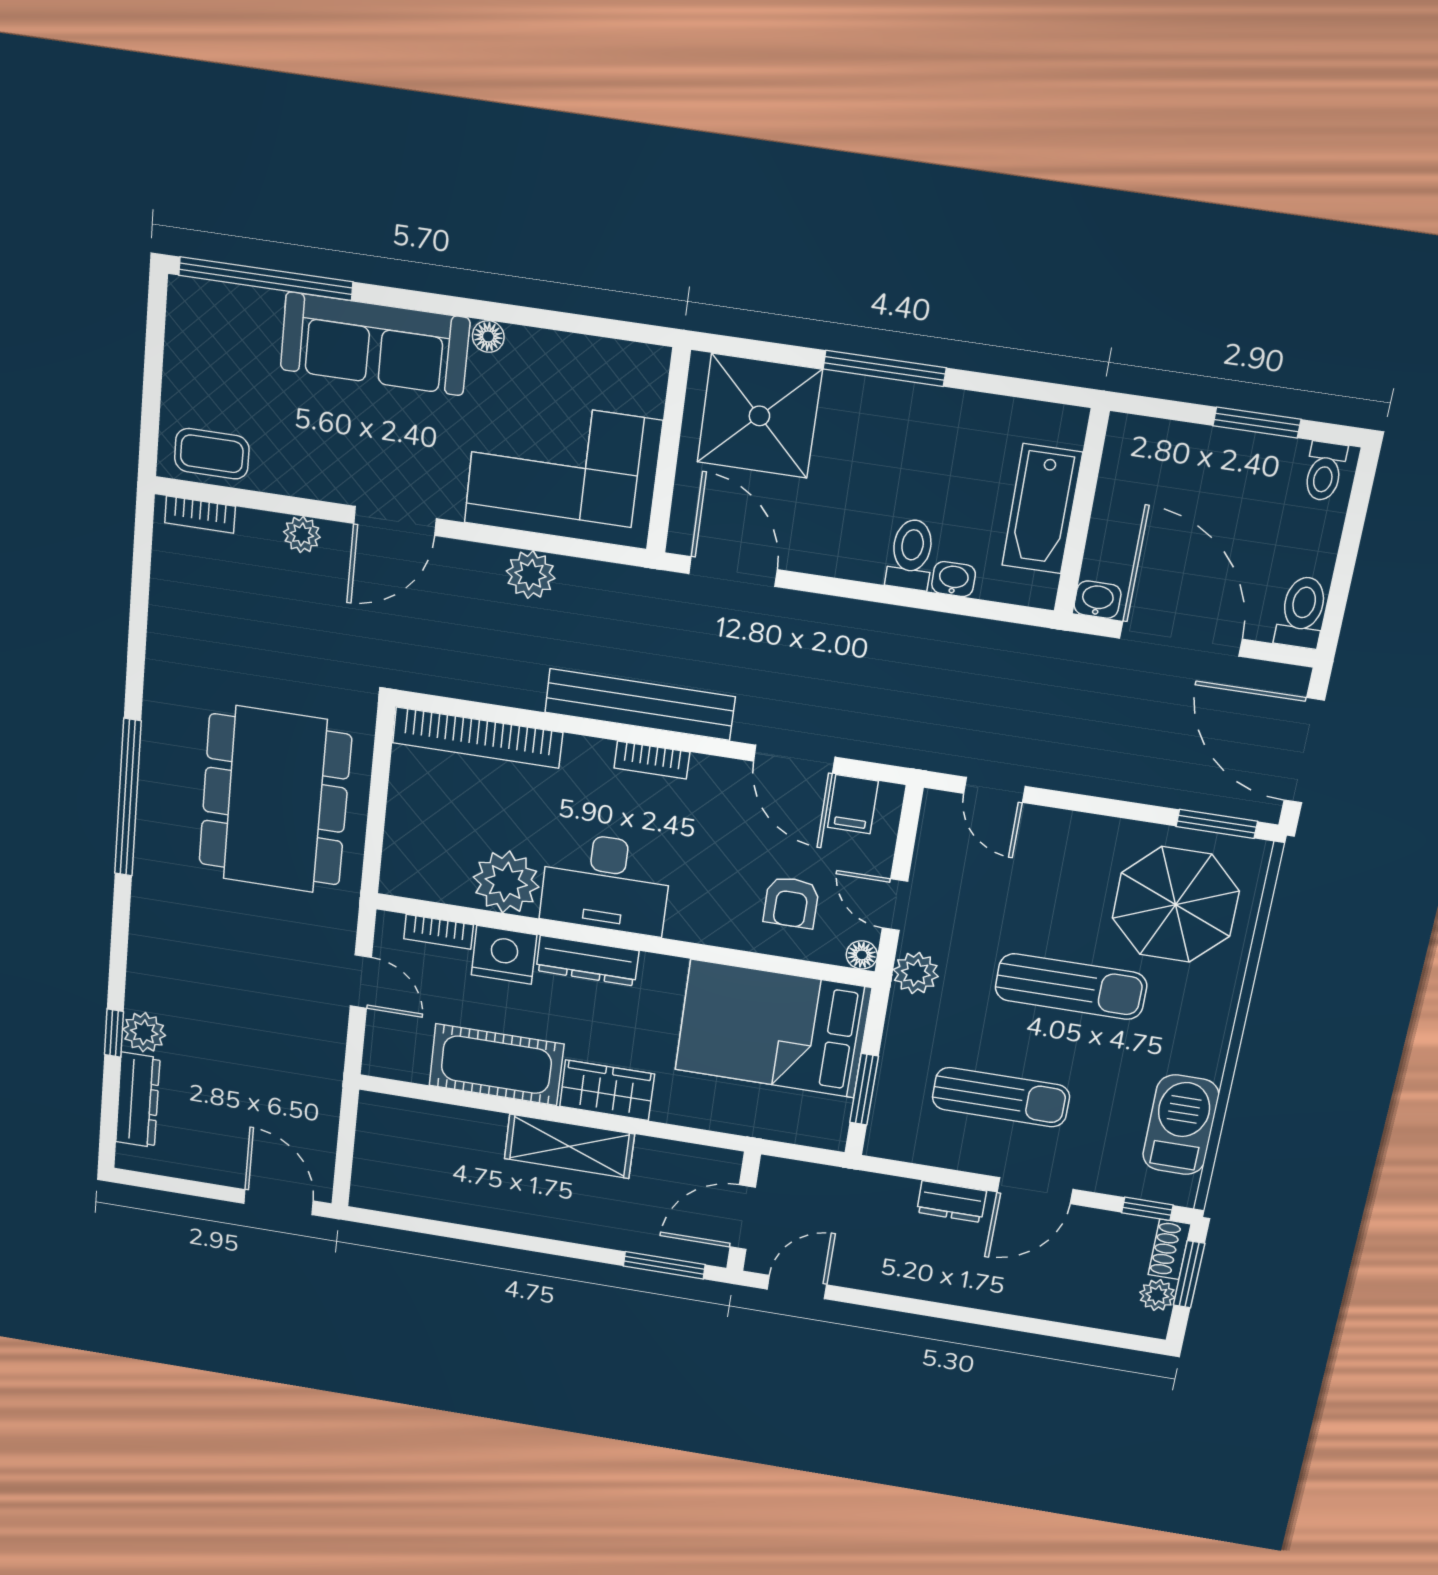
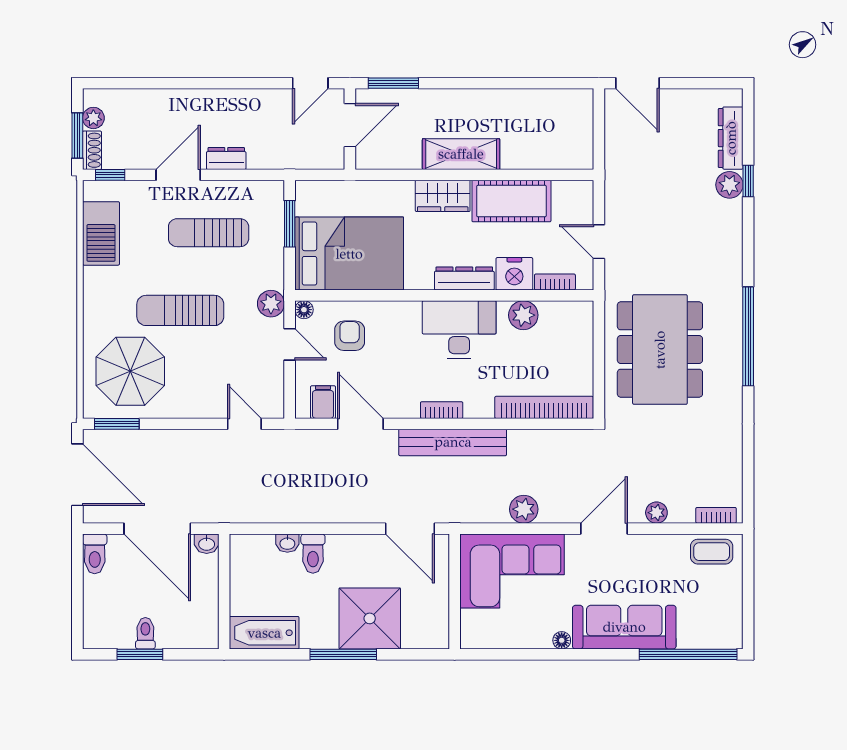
shower: (759, 416) -> (370, 618), moved
toilet: (1324, 471) -> (145, 633), moved
bathtub: (1042, 509) -> (264, 633), moved, turned -90
plant: (506, 882) -> (523, 315), width x0.73, depth x0.73

